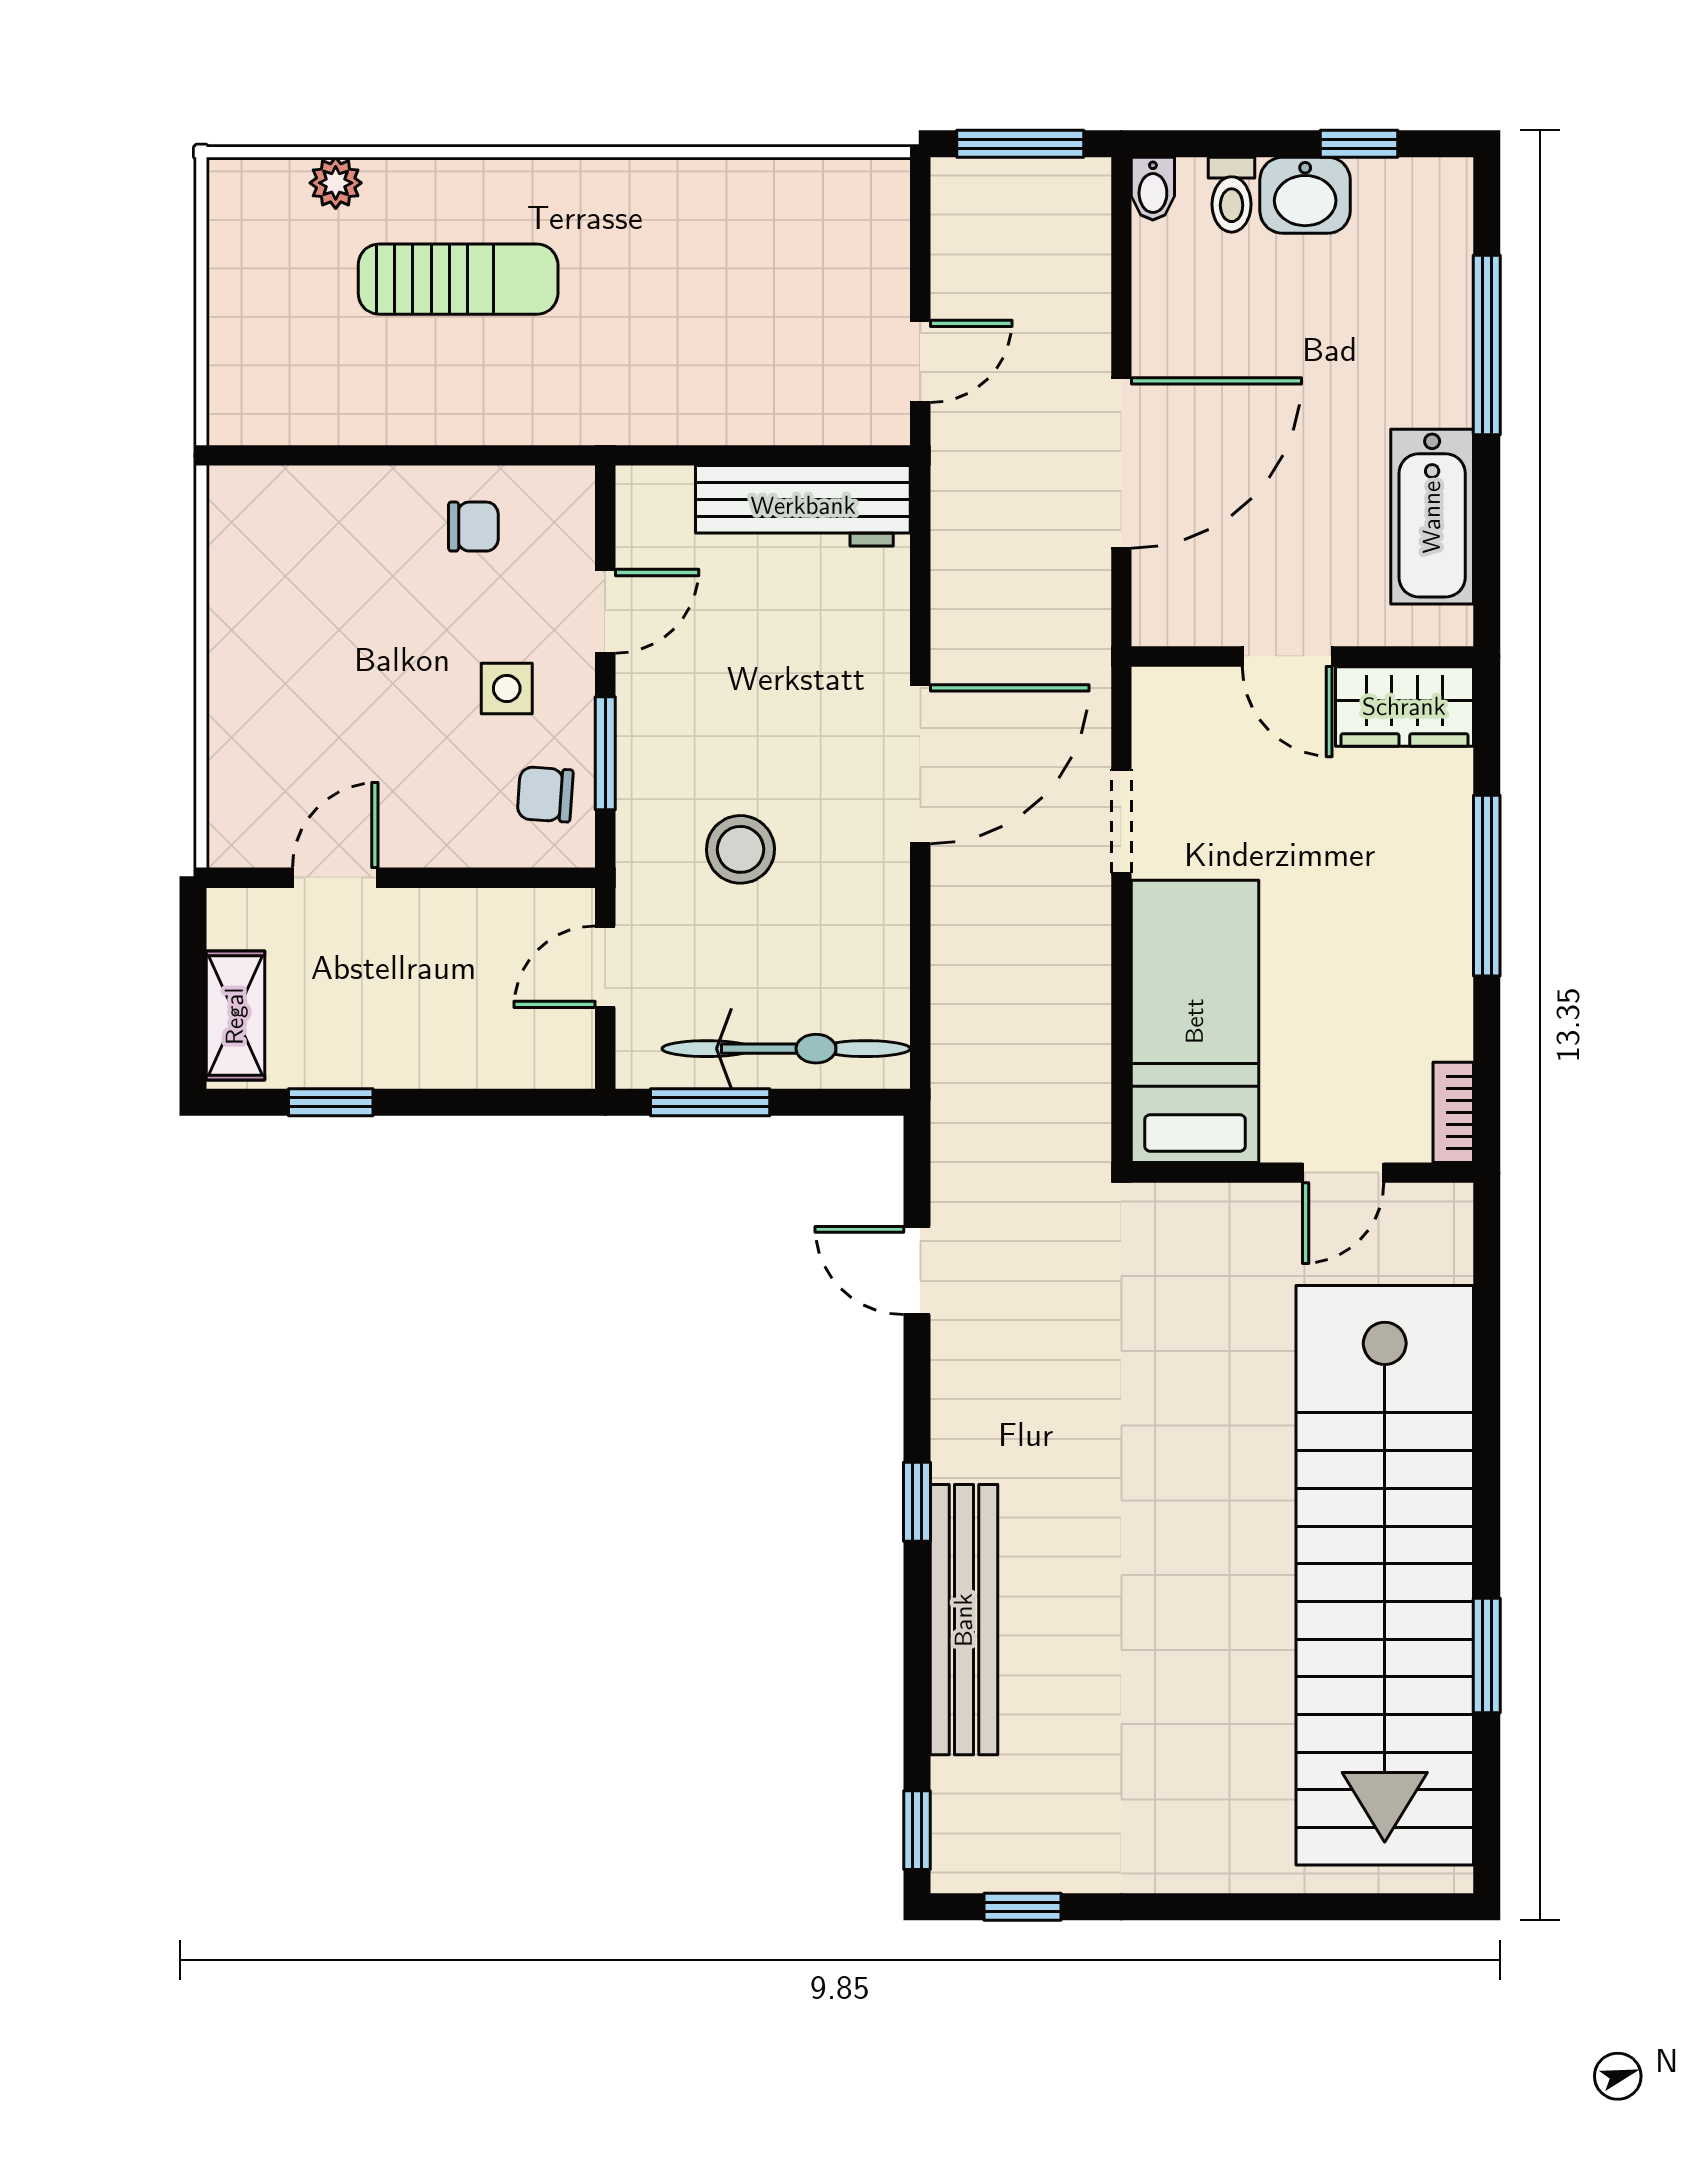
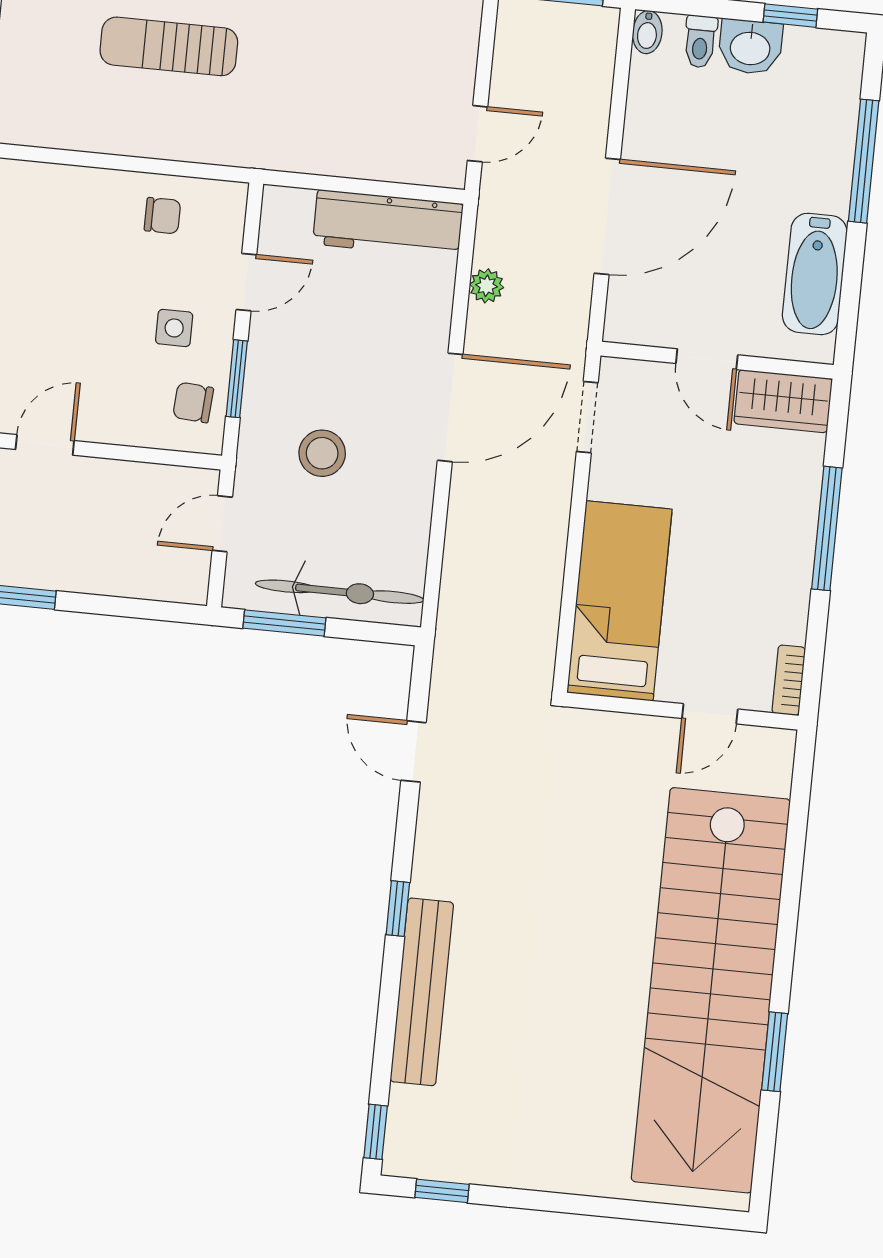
sun lounger: (458, 279) -> (169, 46), turned 180
plant: (956, 582) -> (487, 286), added
doorway: (1121, 821) -> (587, 417), moved

